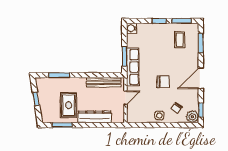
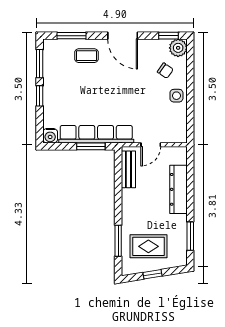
coffee table: (180, 40) -> (86, 56), moved
row of seats: (133, 67) -> (96, 134), width x1.36
bench: (104, 82) -> (128, 169), width x0.73
chair: (163, 82) -> (128, 90), removed
door: (125, 98) -> (151, 145), swing flipped
rug: (69, 105) -> (148, 246), moved

